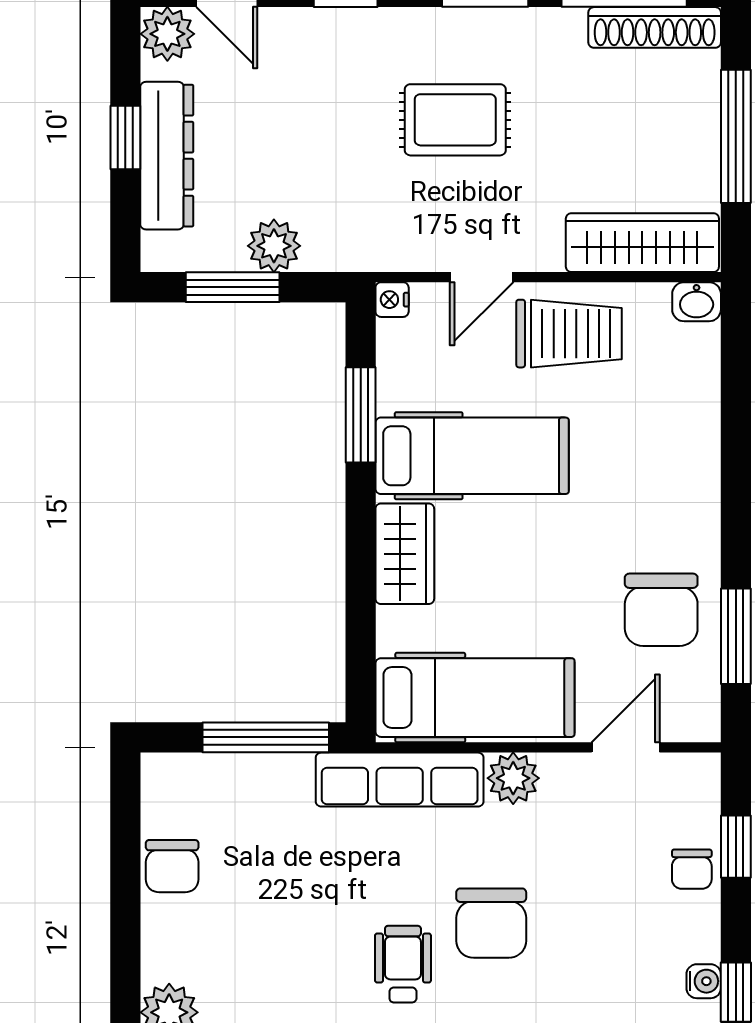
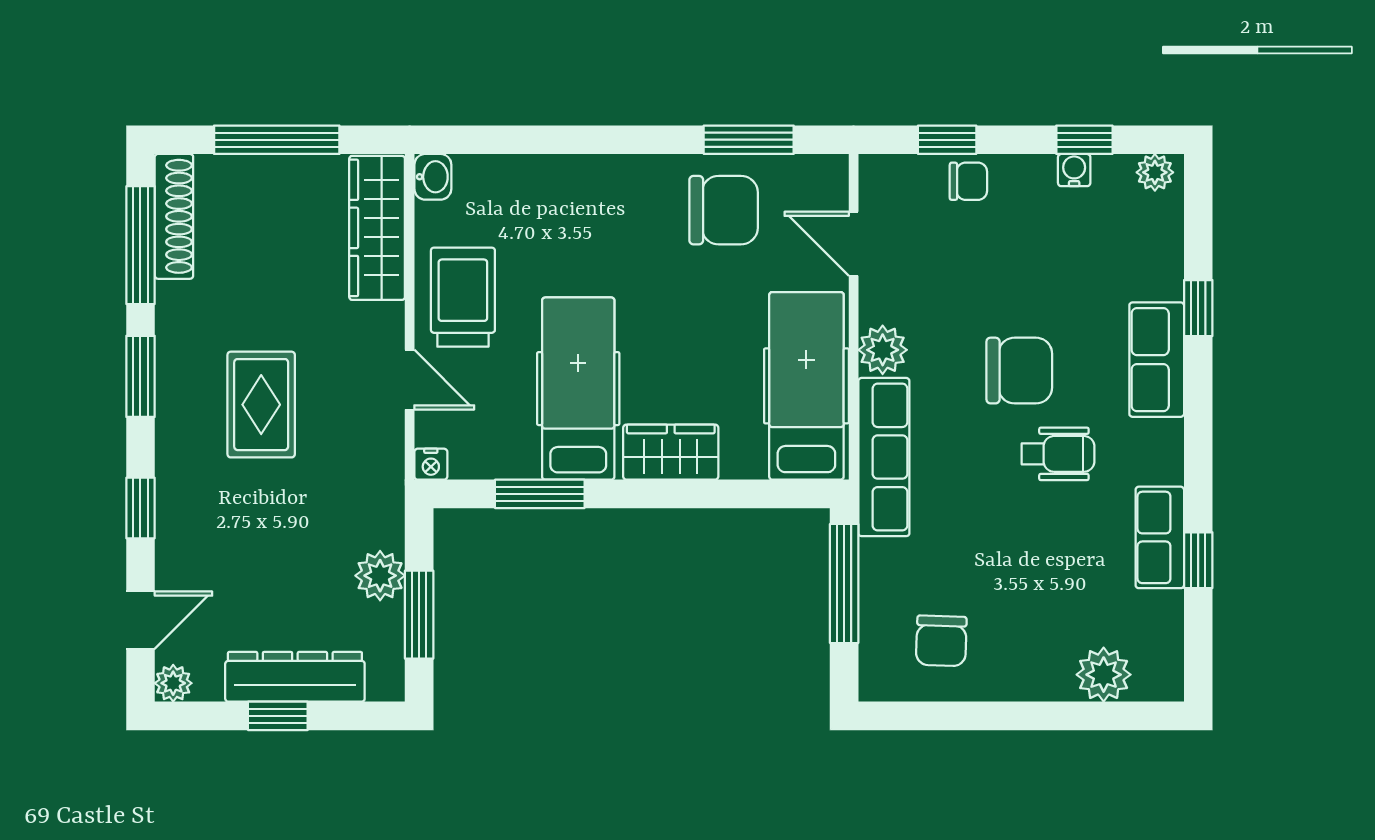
plant: (167, 34) -> (173, 683), width x0.73, depth x0.73
chair: (172, 866) -> (941, 641), moved, turned 92
wheelchair: (403, 964) -> (1058, 454), turned 180

